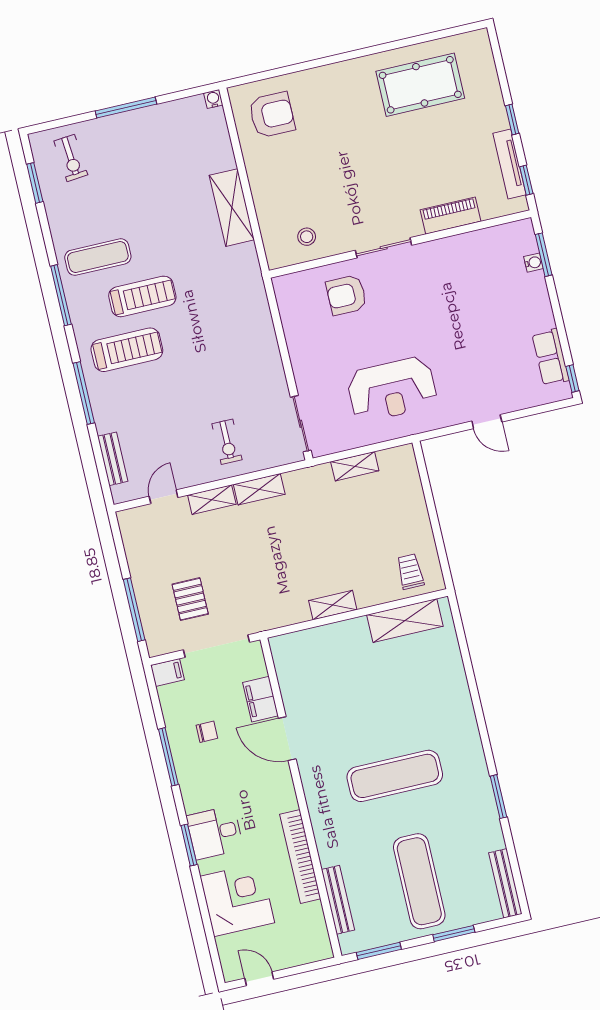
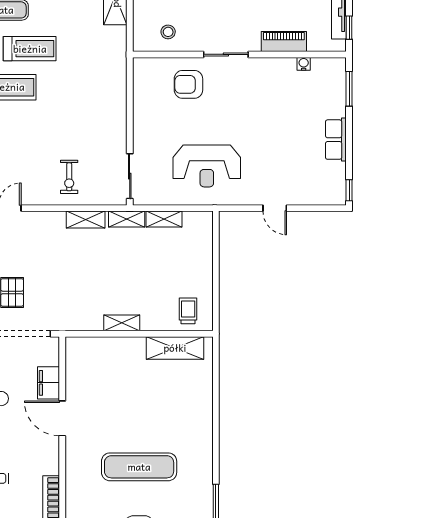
water cooler: (533, 263) -> (304, 64), moved, turned -90
row of seats: (551, 357) -> (336, 140), moved
shelving: (212, 500) -> (127, 219), moved

